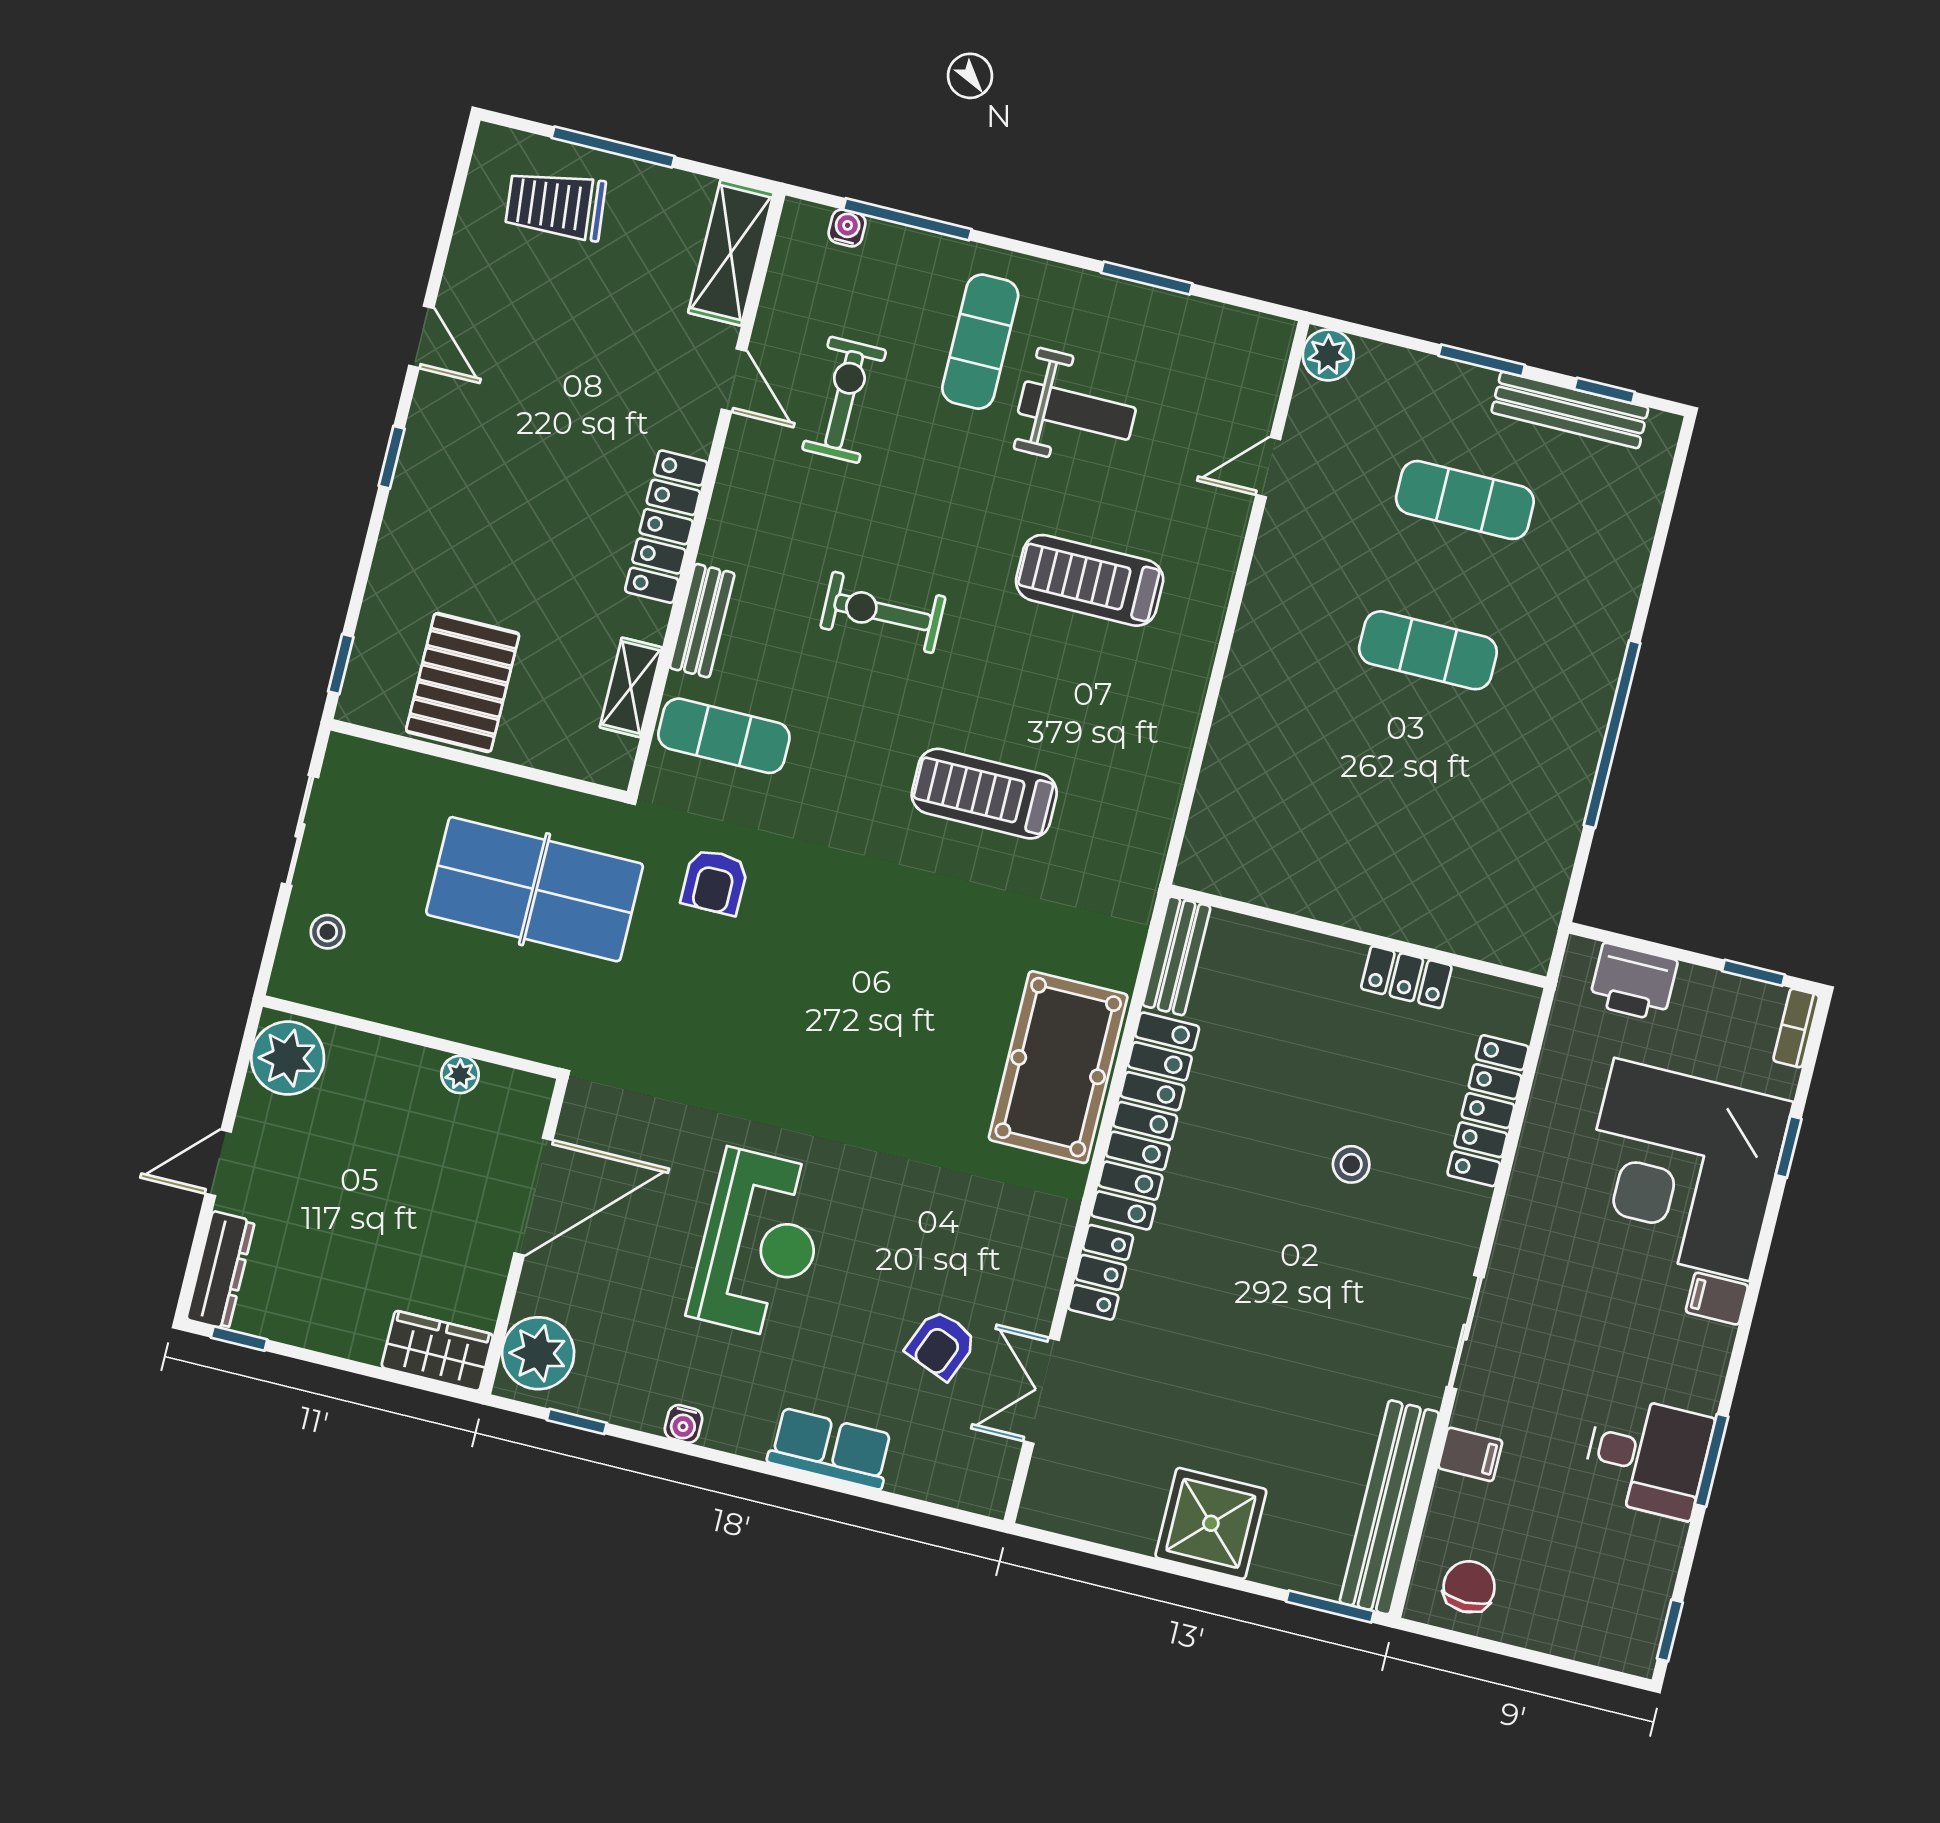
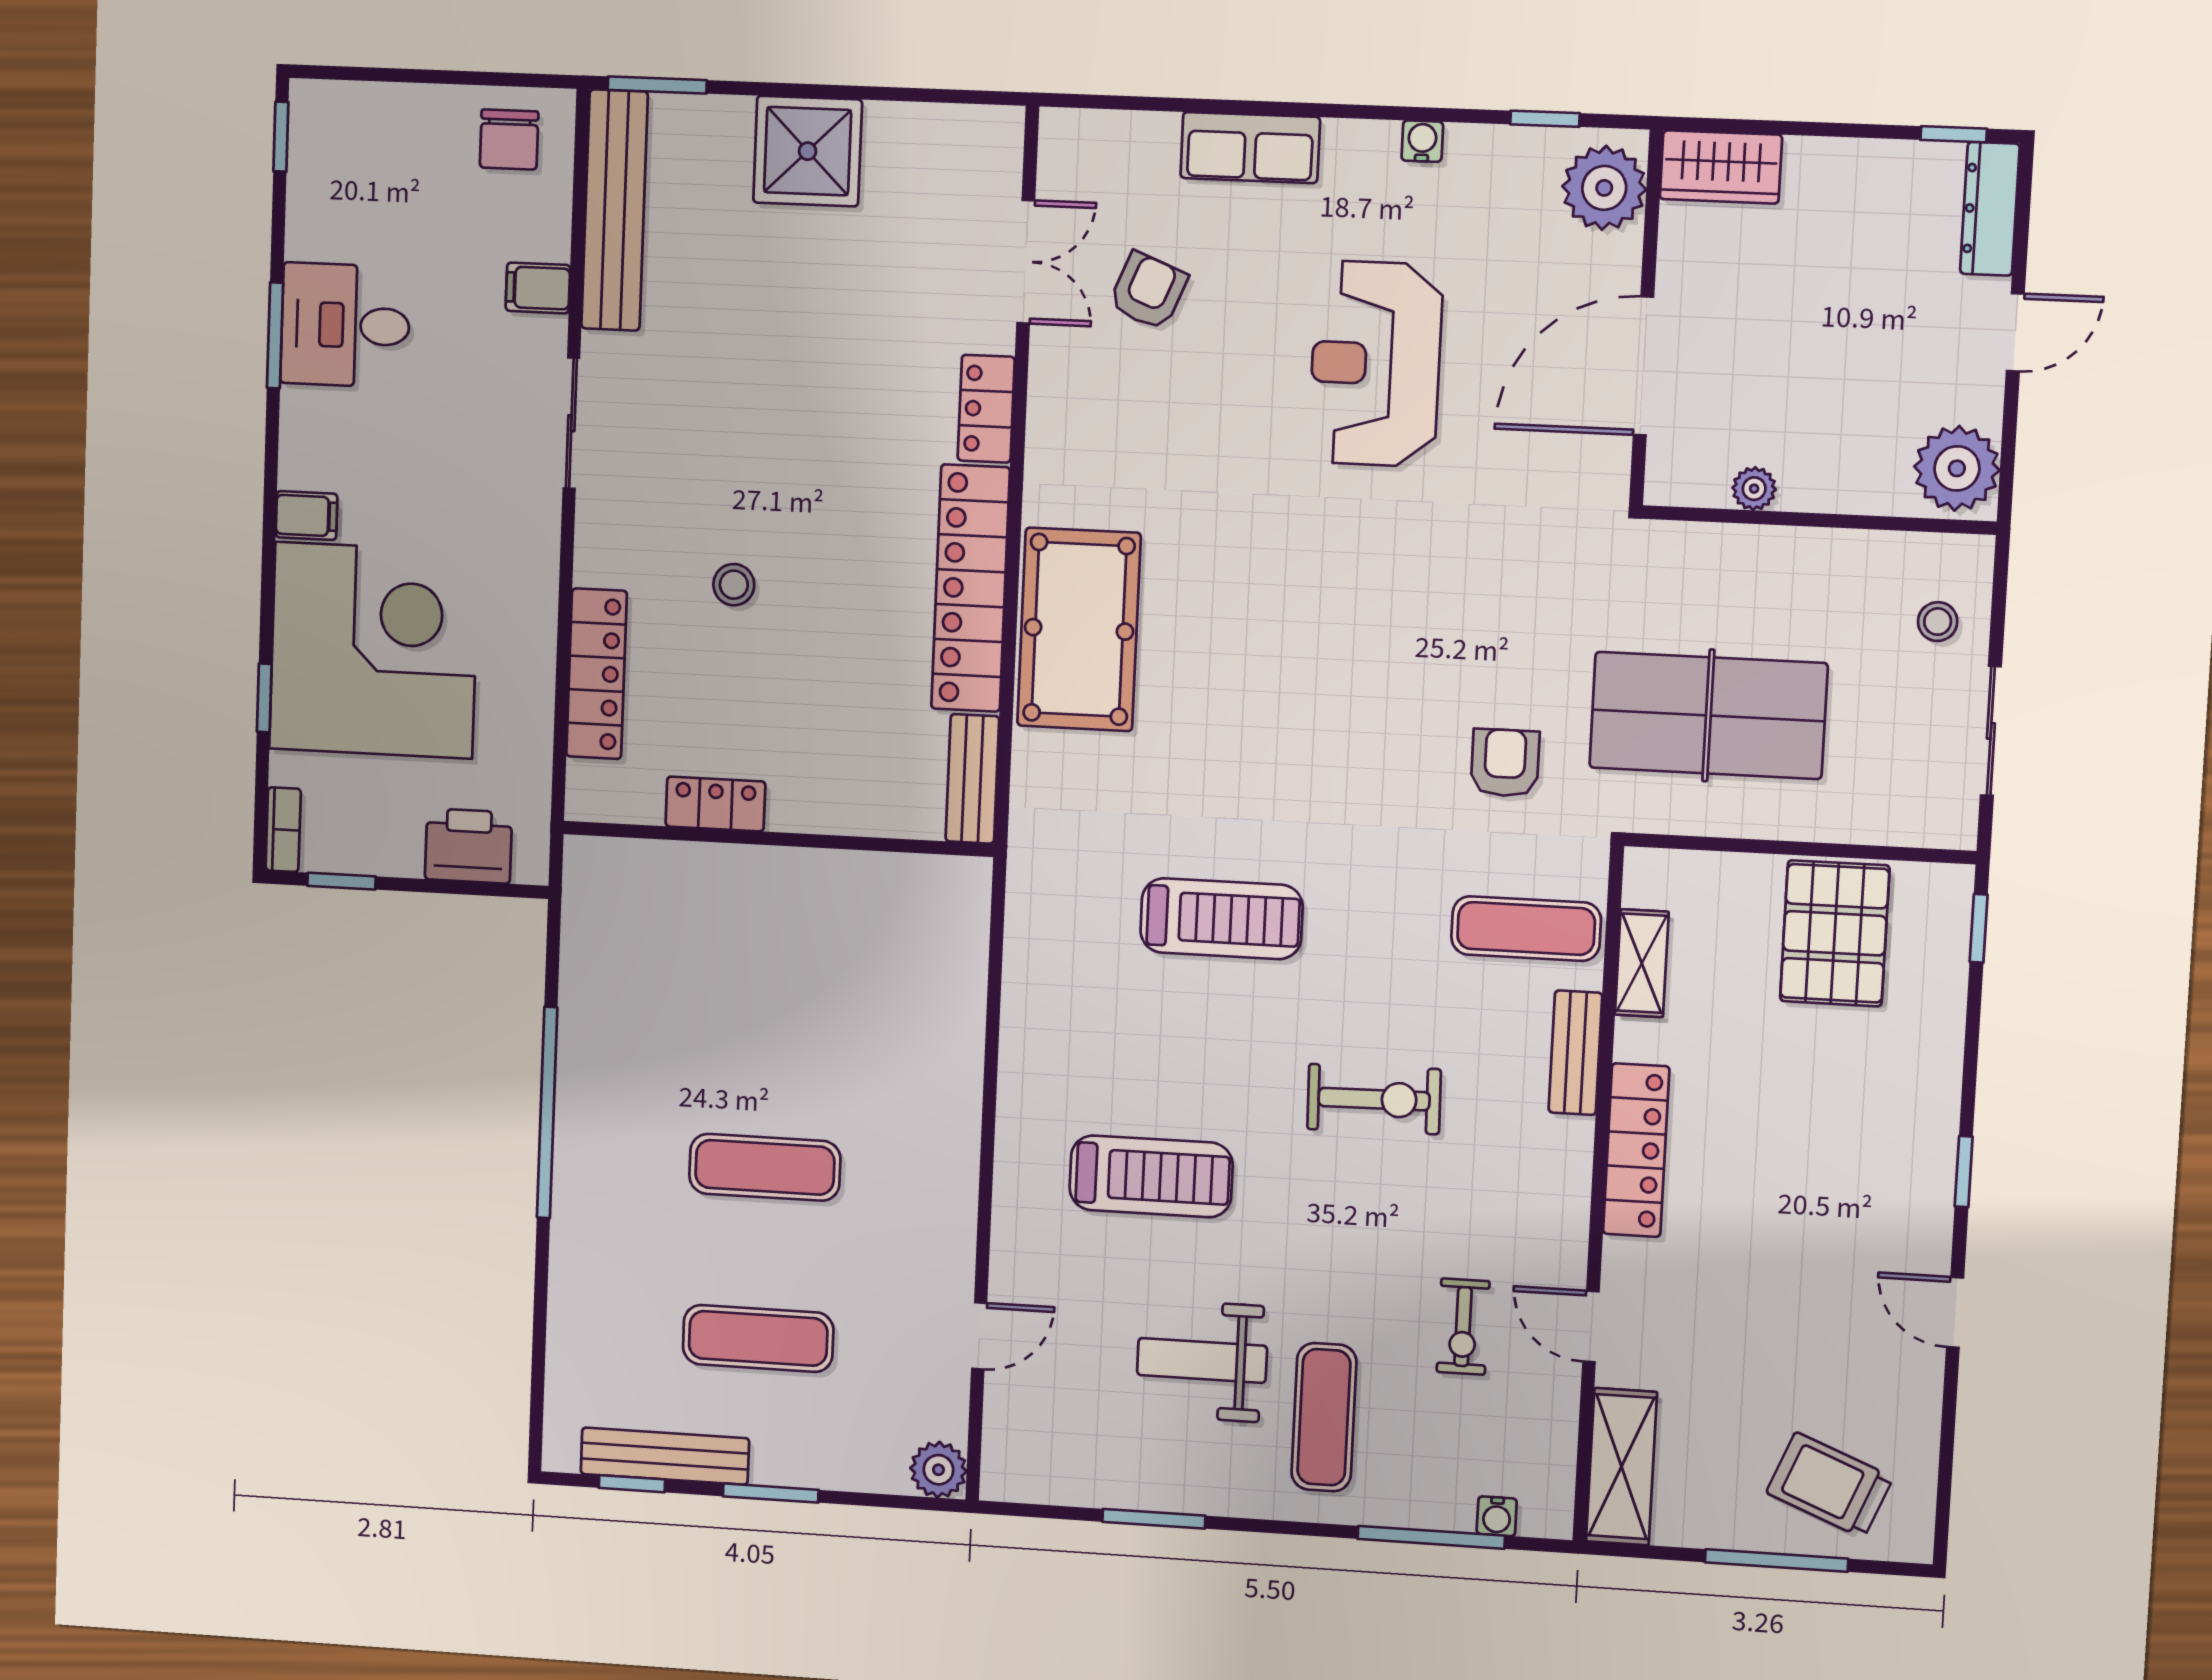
trolley: (556, 205) -> (1830, 1485), turned -152
exercise bike: (844, 400) -> (1463, 1327), width x0.73, depth x0.72

